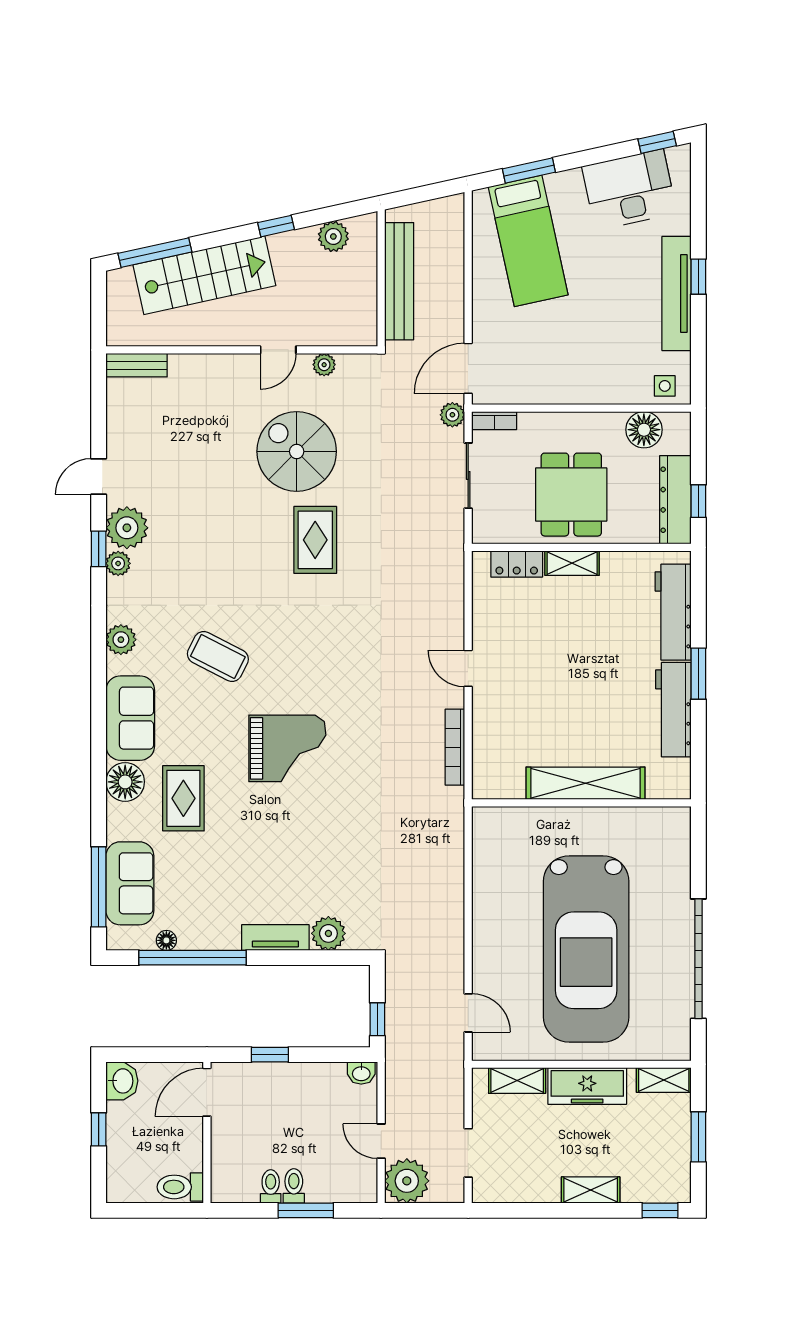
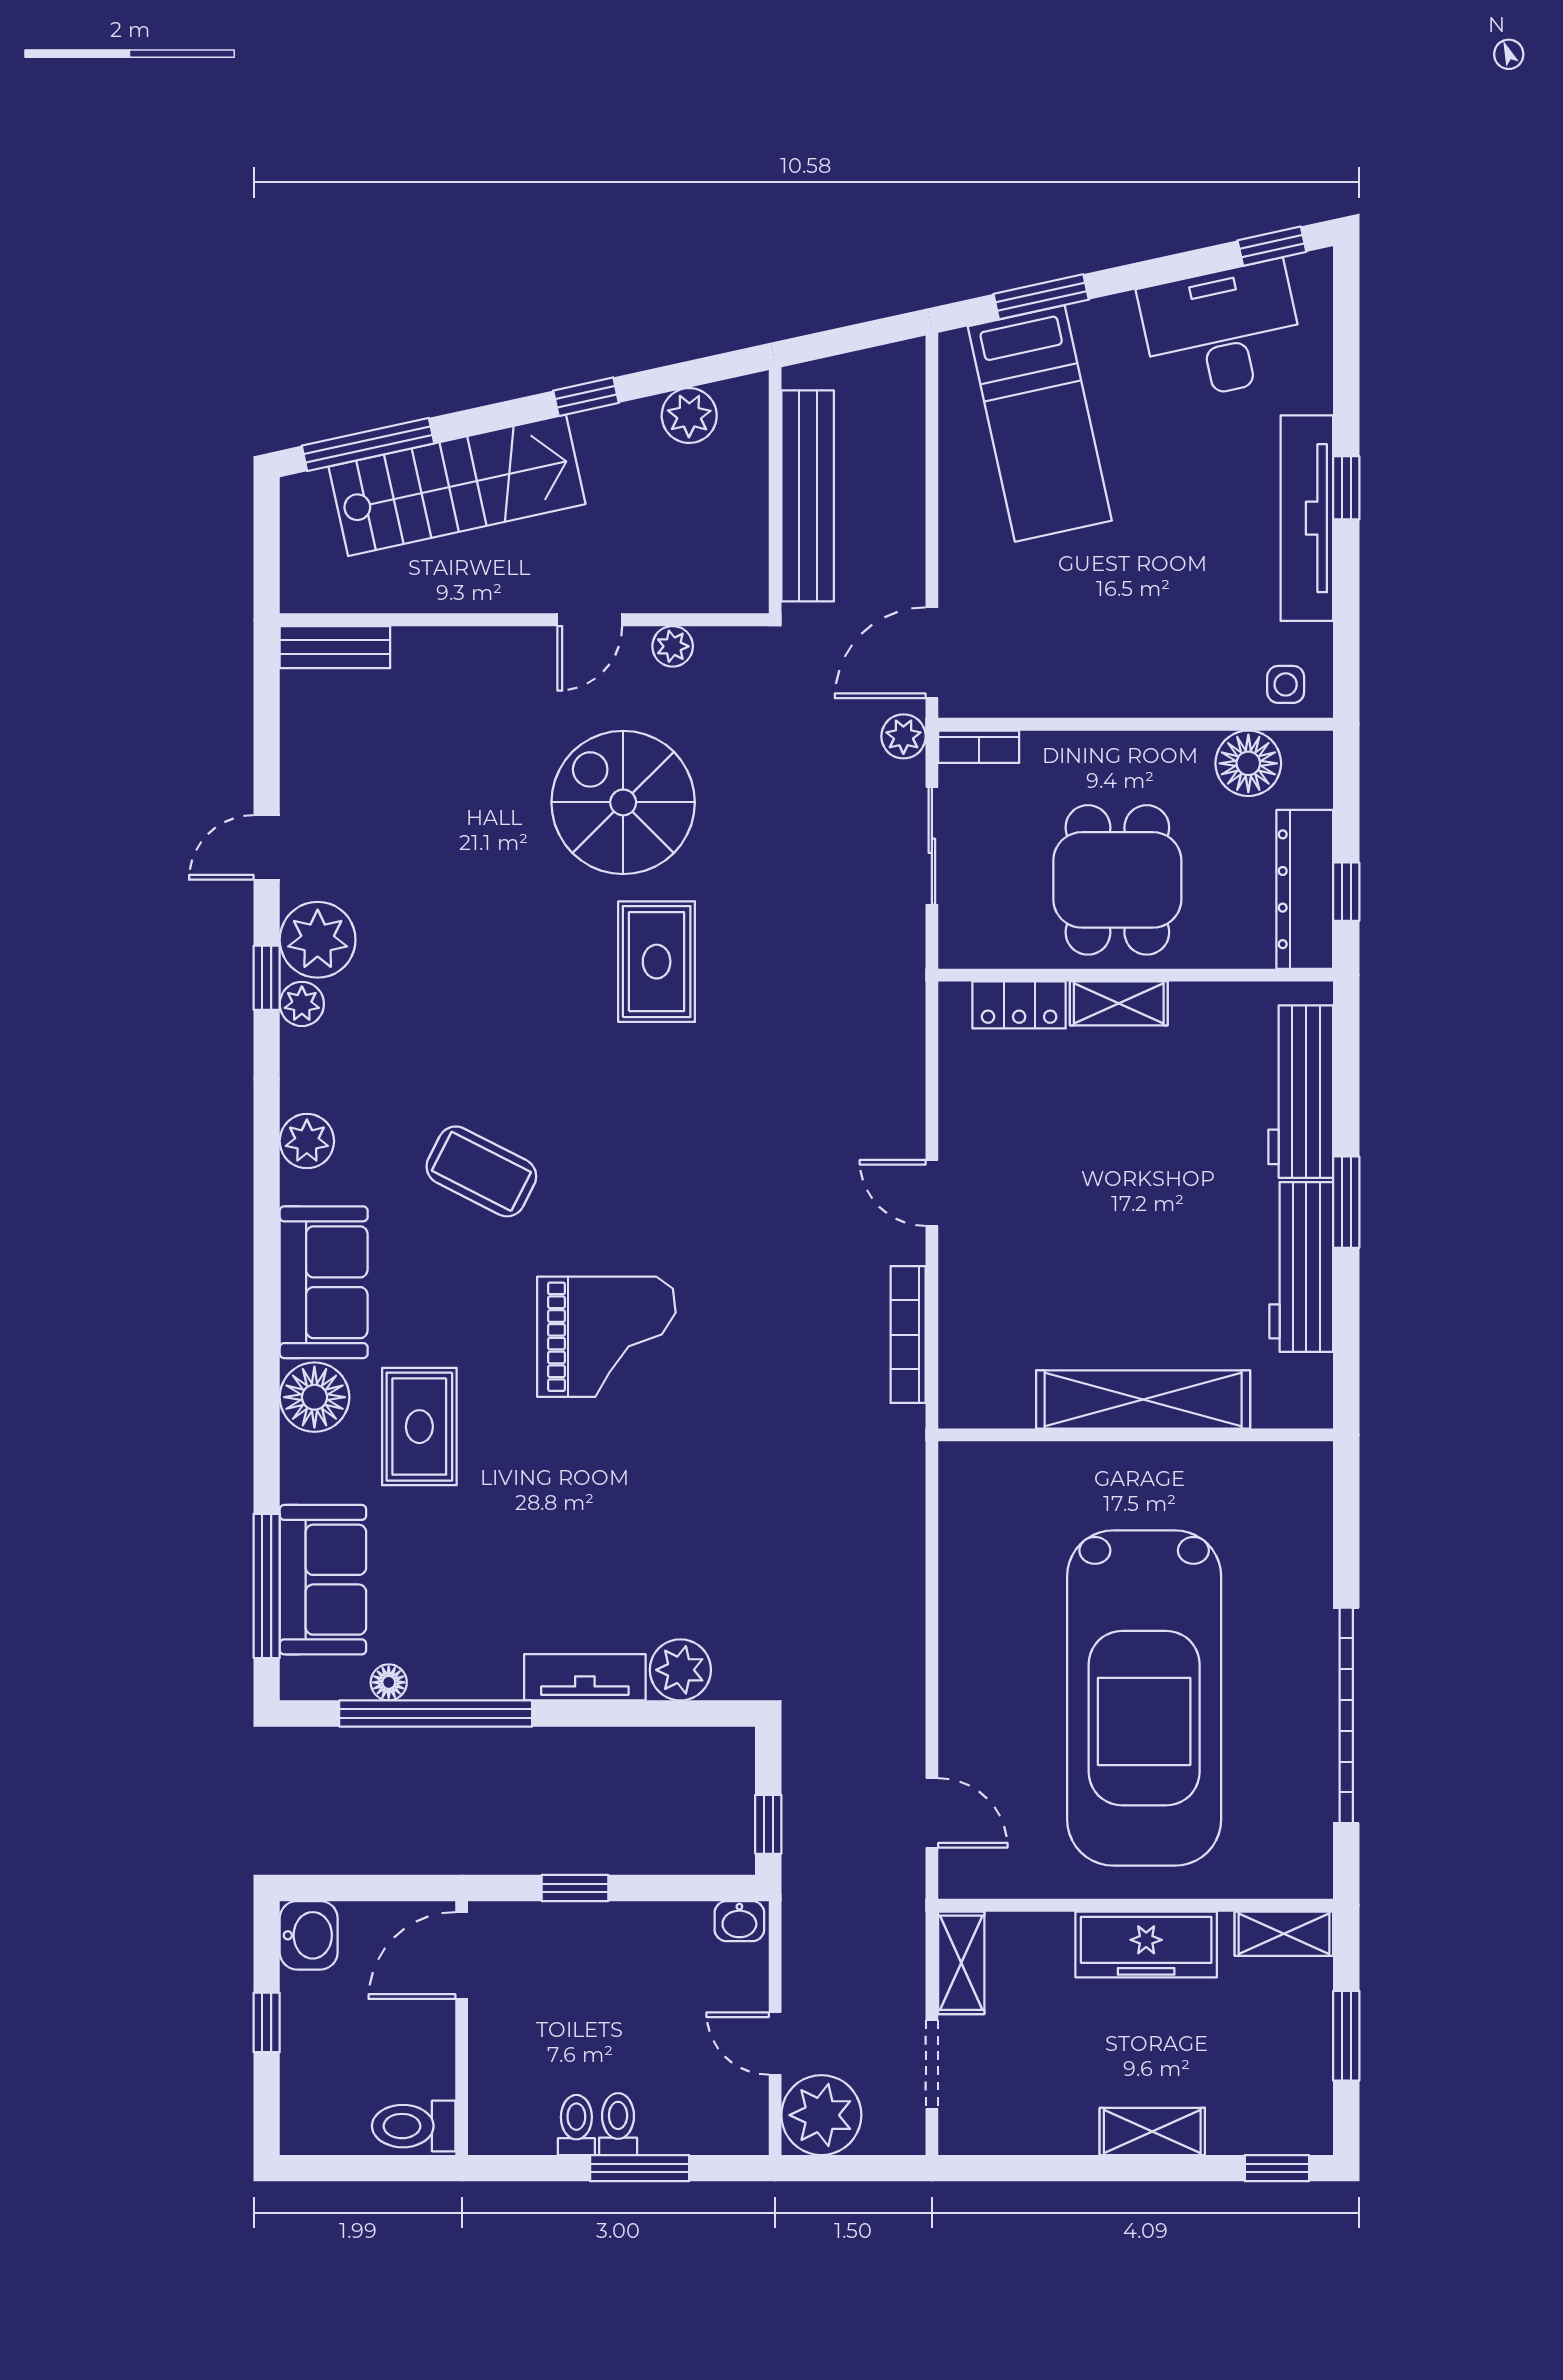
shelving: (517, 1081) -> (961, 1963), moved, turned 90

